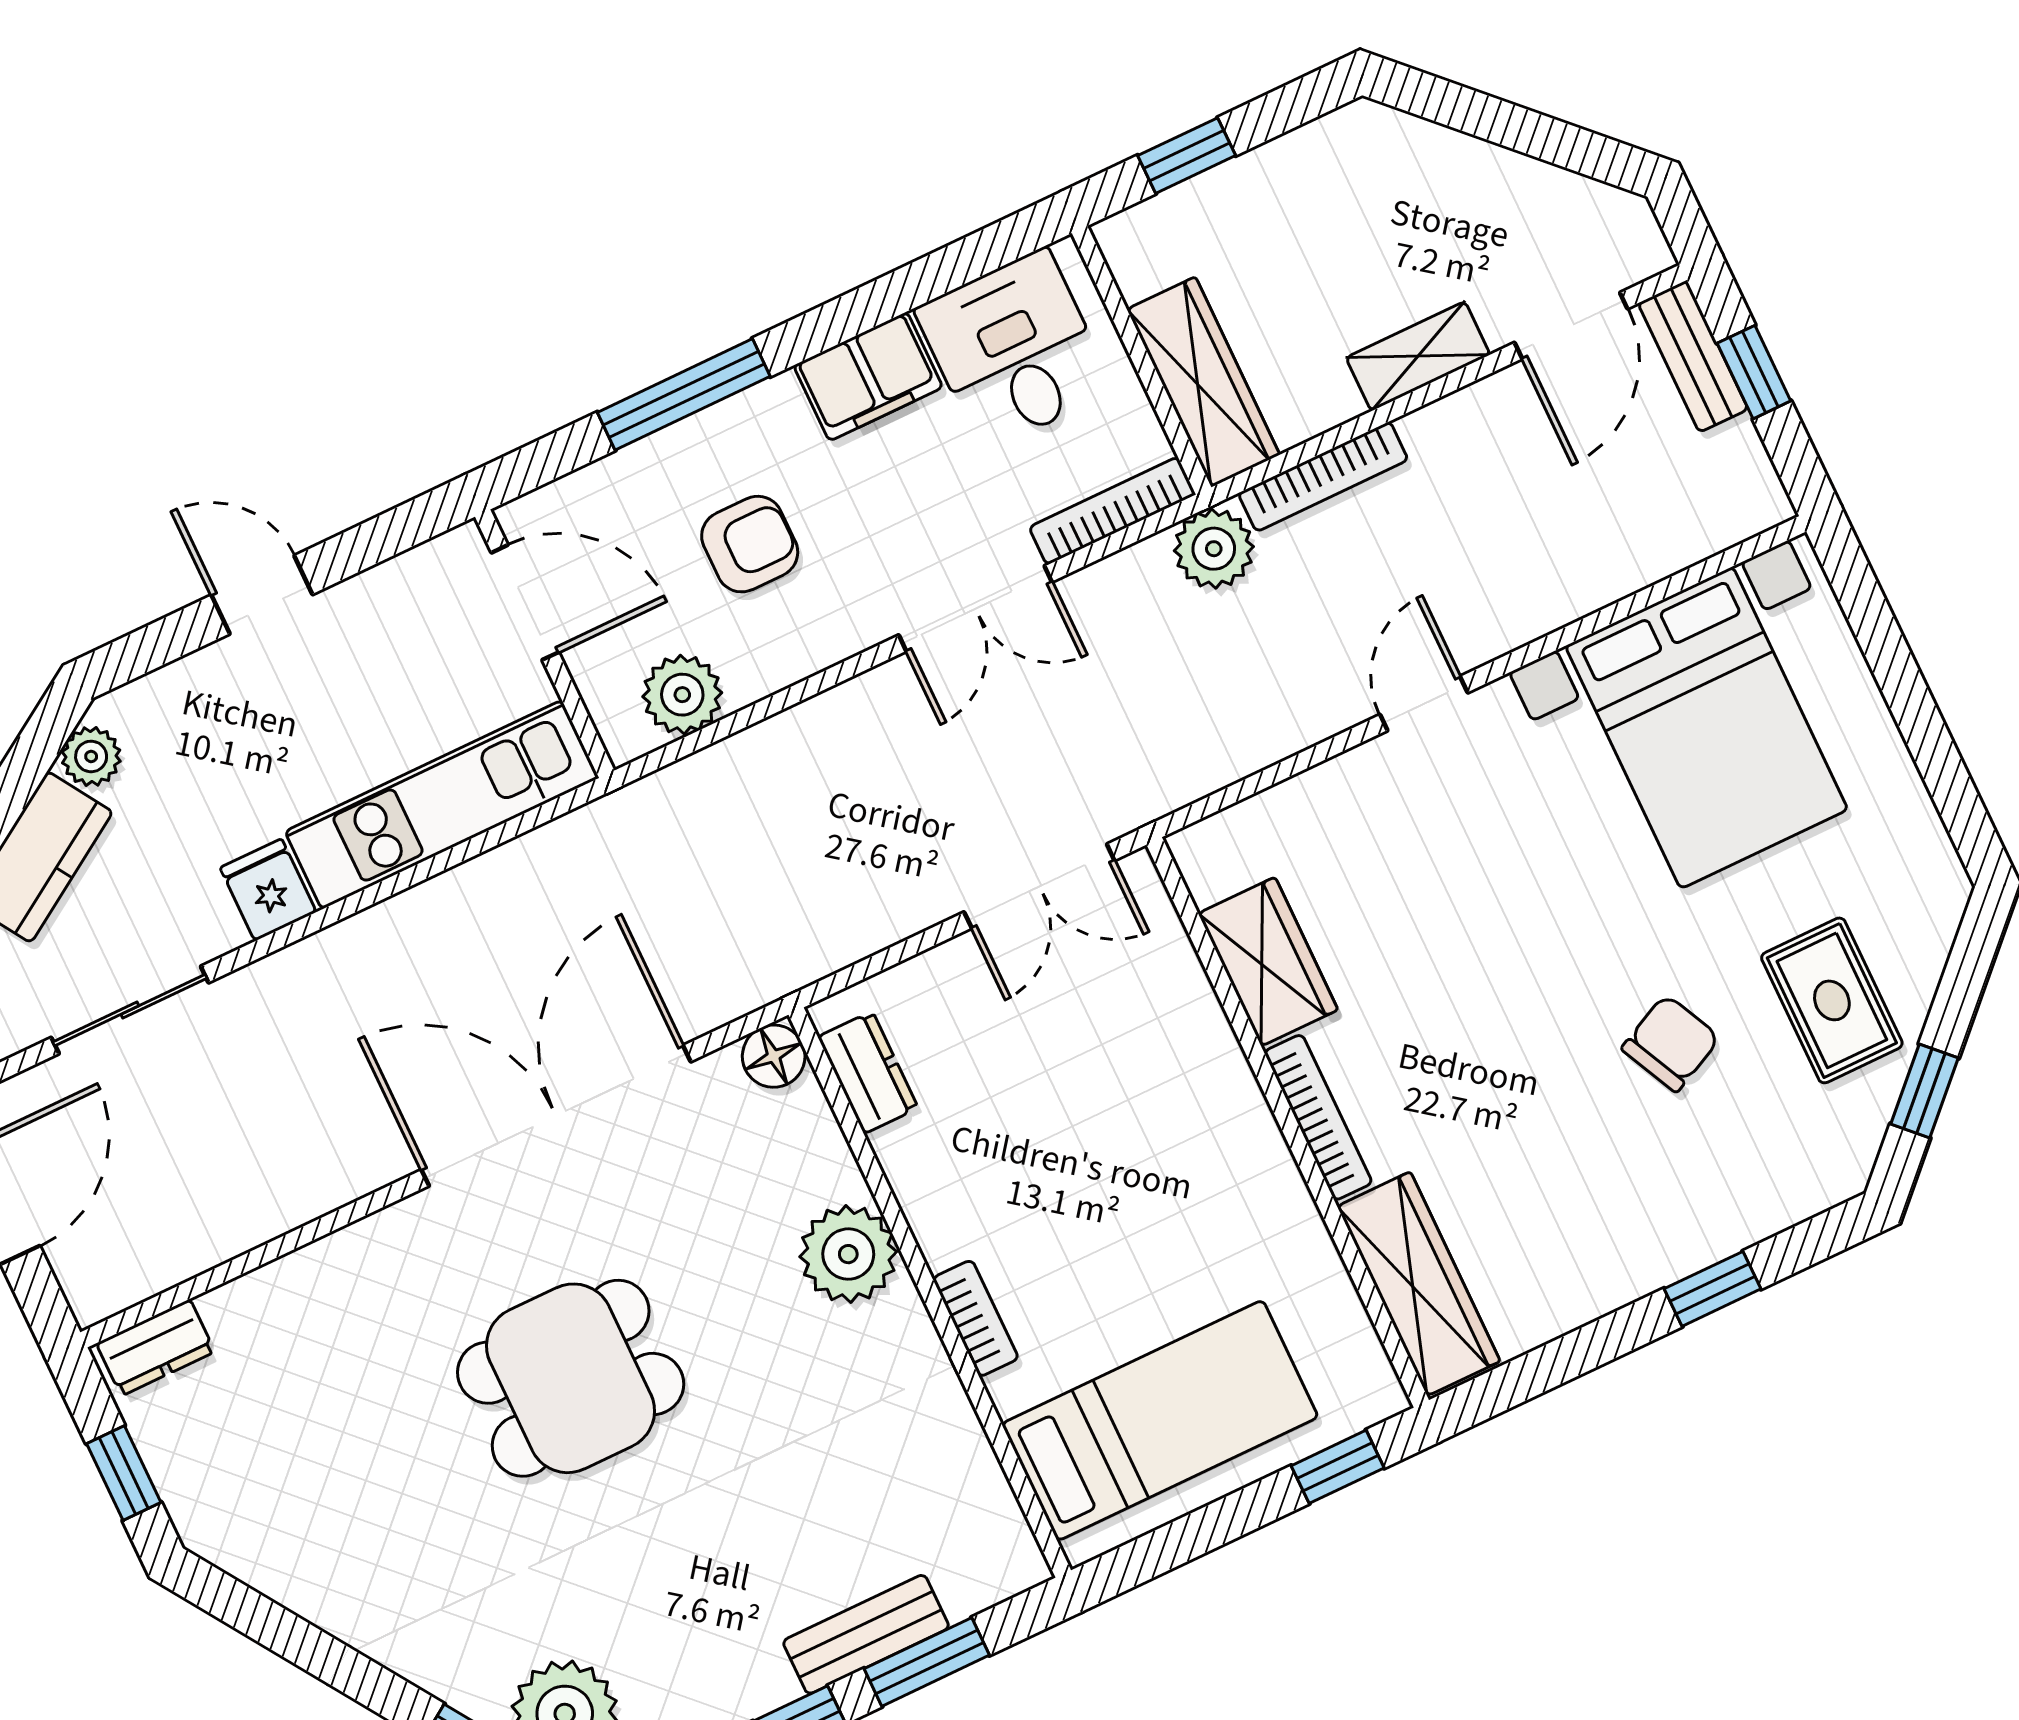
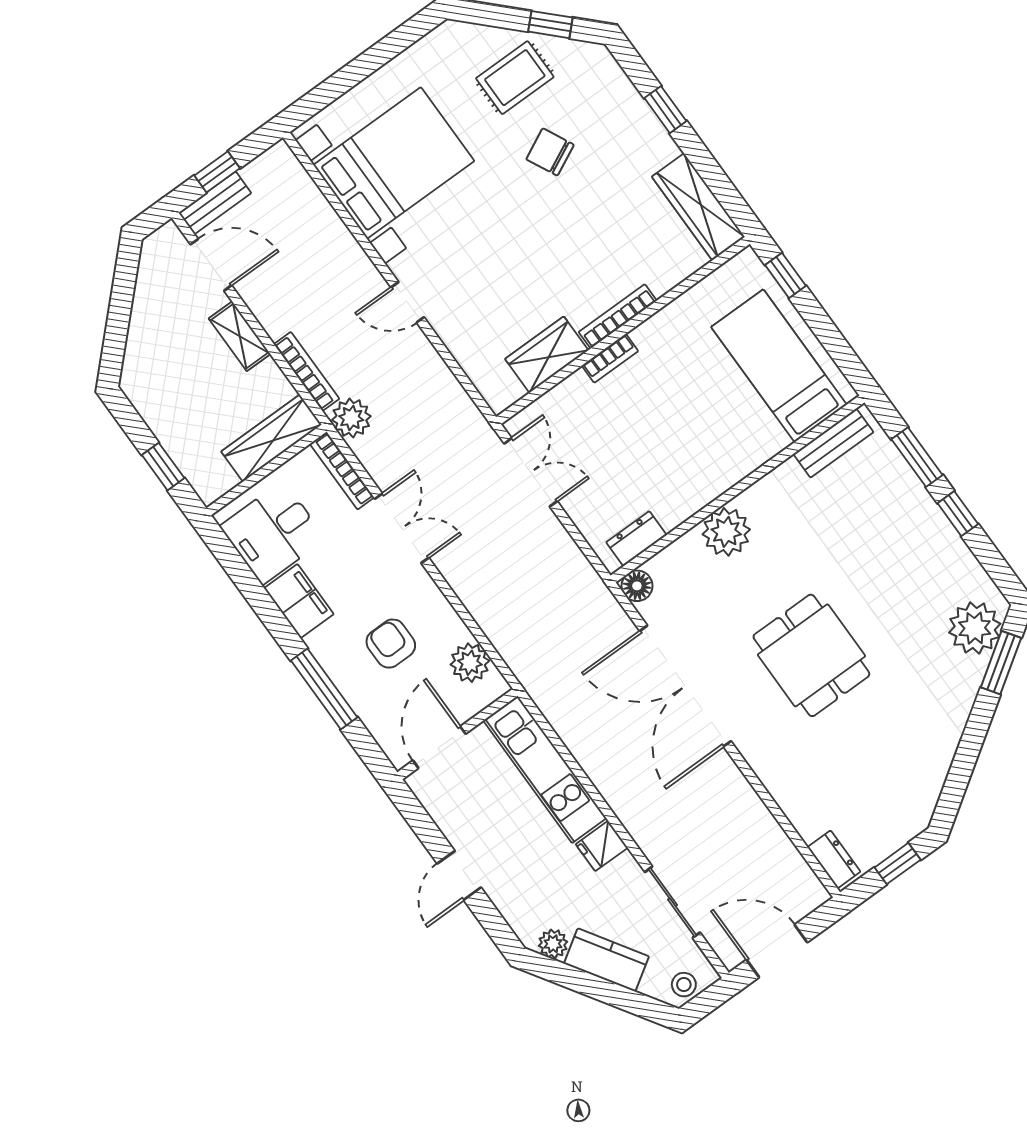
wardrobe: (1419, 1284) -> (698, 207), moved, turned -90
bookcase: (976, 1318) -> (610, 358), moved, turned 180
bench: (866, 1634) -> (833, 443), moved, turned 90

